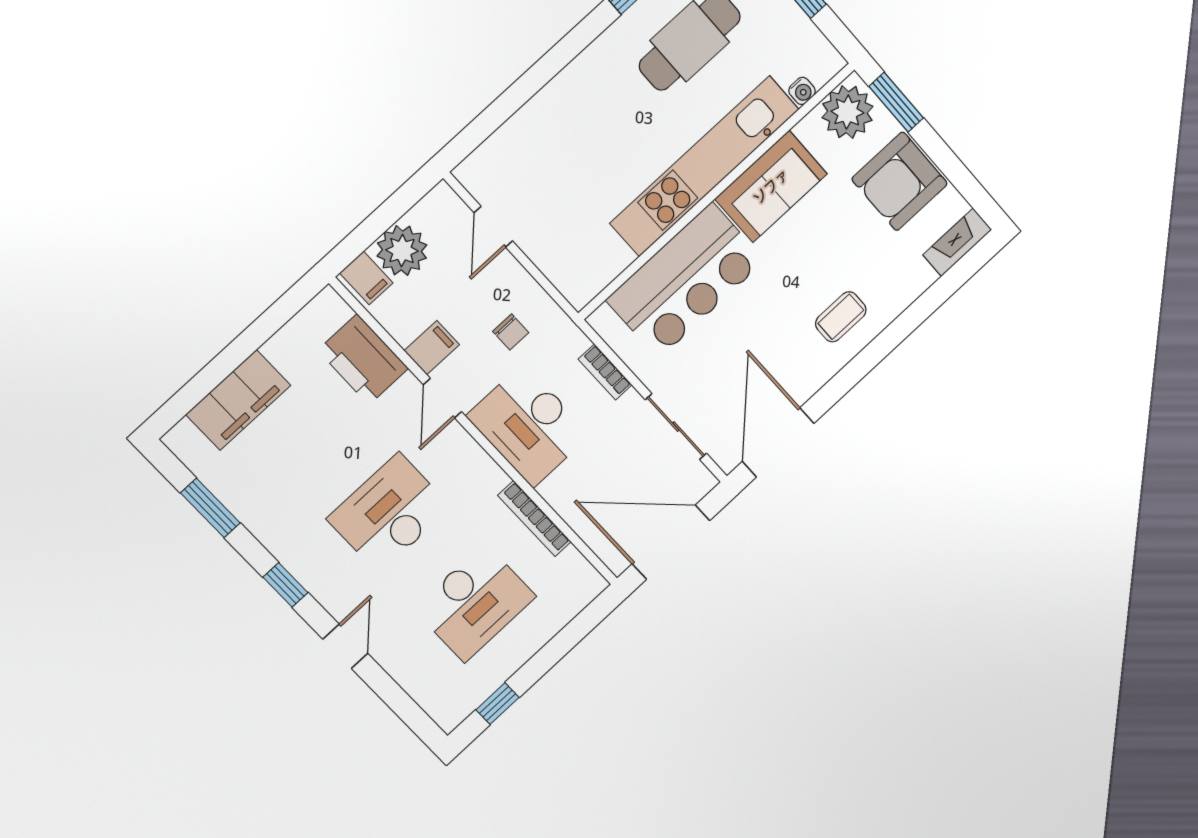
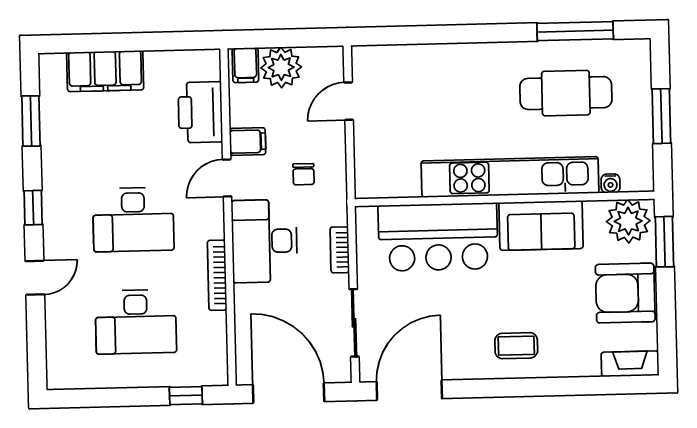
desk: (389, 513) -> (133, 219), turned 180
bookcase: (534, 519) -> (217, 275), moved
window: (498, 704) -> (186, 396), moved

